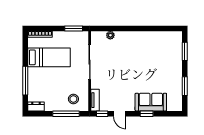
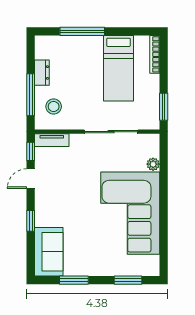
corner sofa: (142, 50) -> (130, 213), added
sofa: (151, 102) -> (49, 252), moved
dresser: (36, 107) -> (42, 73), moved

